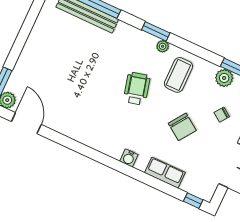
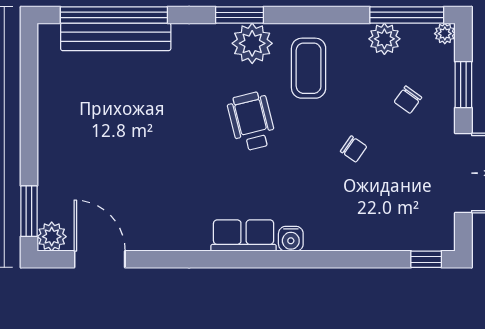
plant: (163, 46) -> (252, 43), width x1.88, depth x1.88
chair: (182, 127) -> (354, 149), width x0.54, depth x0.54
row of seats: (165, 173) -> (244, 236), moved

